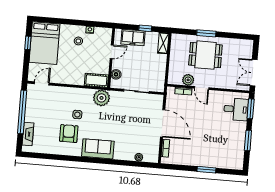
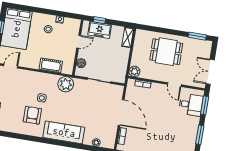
window: (145, 28) -> (99, 20), moved
window: (206, 33) -> (197, 36), moved
cot: (96, 80) -> (51, 65), moved
plant: (188, 80) -> (134, 71), moved
door: (202, 88) -> (174, 85), moved
sofa: (98, 149) -> (64, 132), width x1.36

